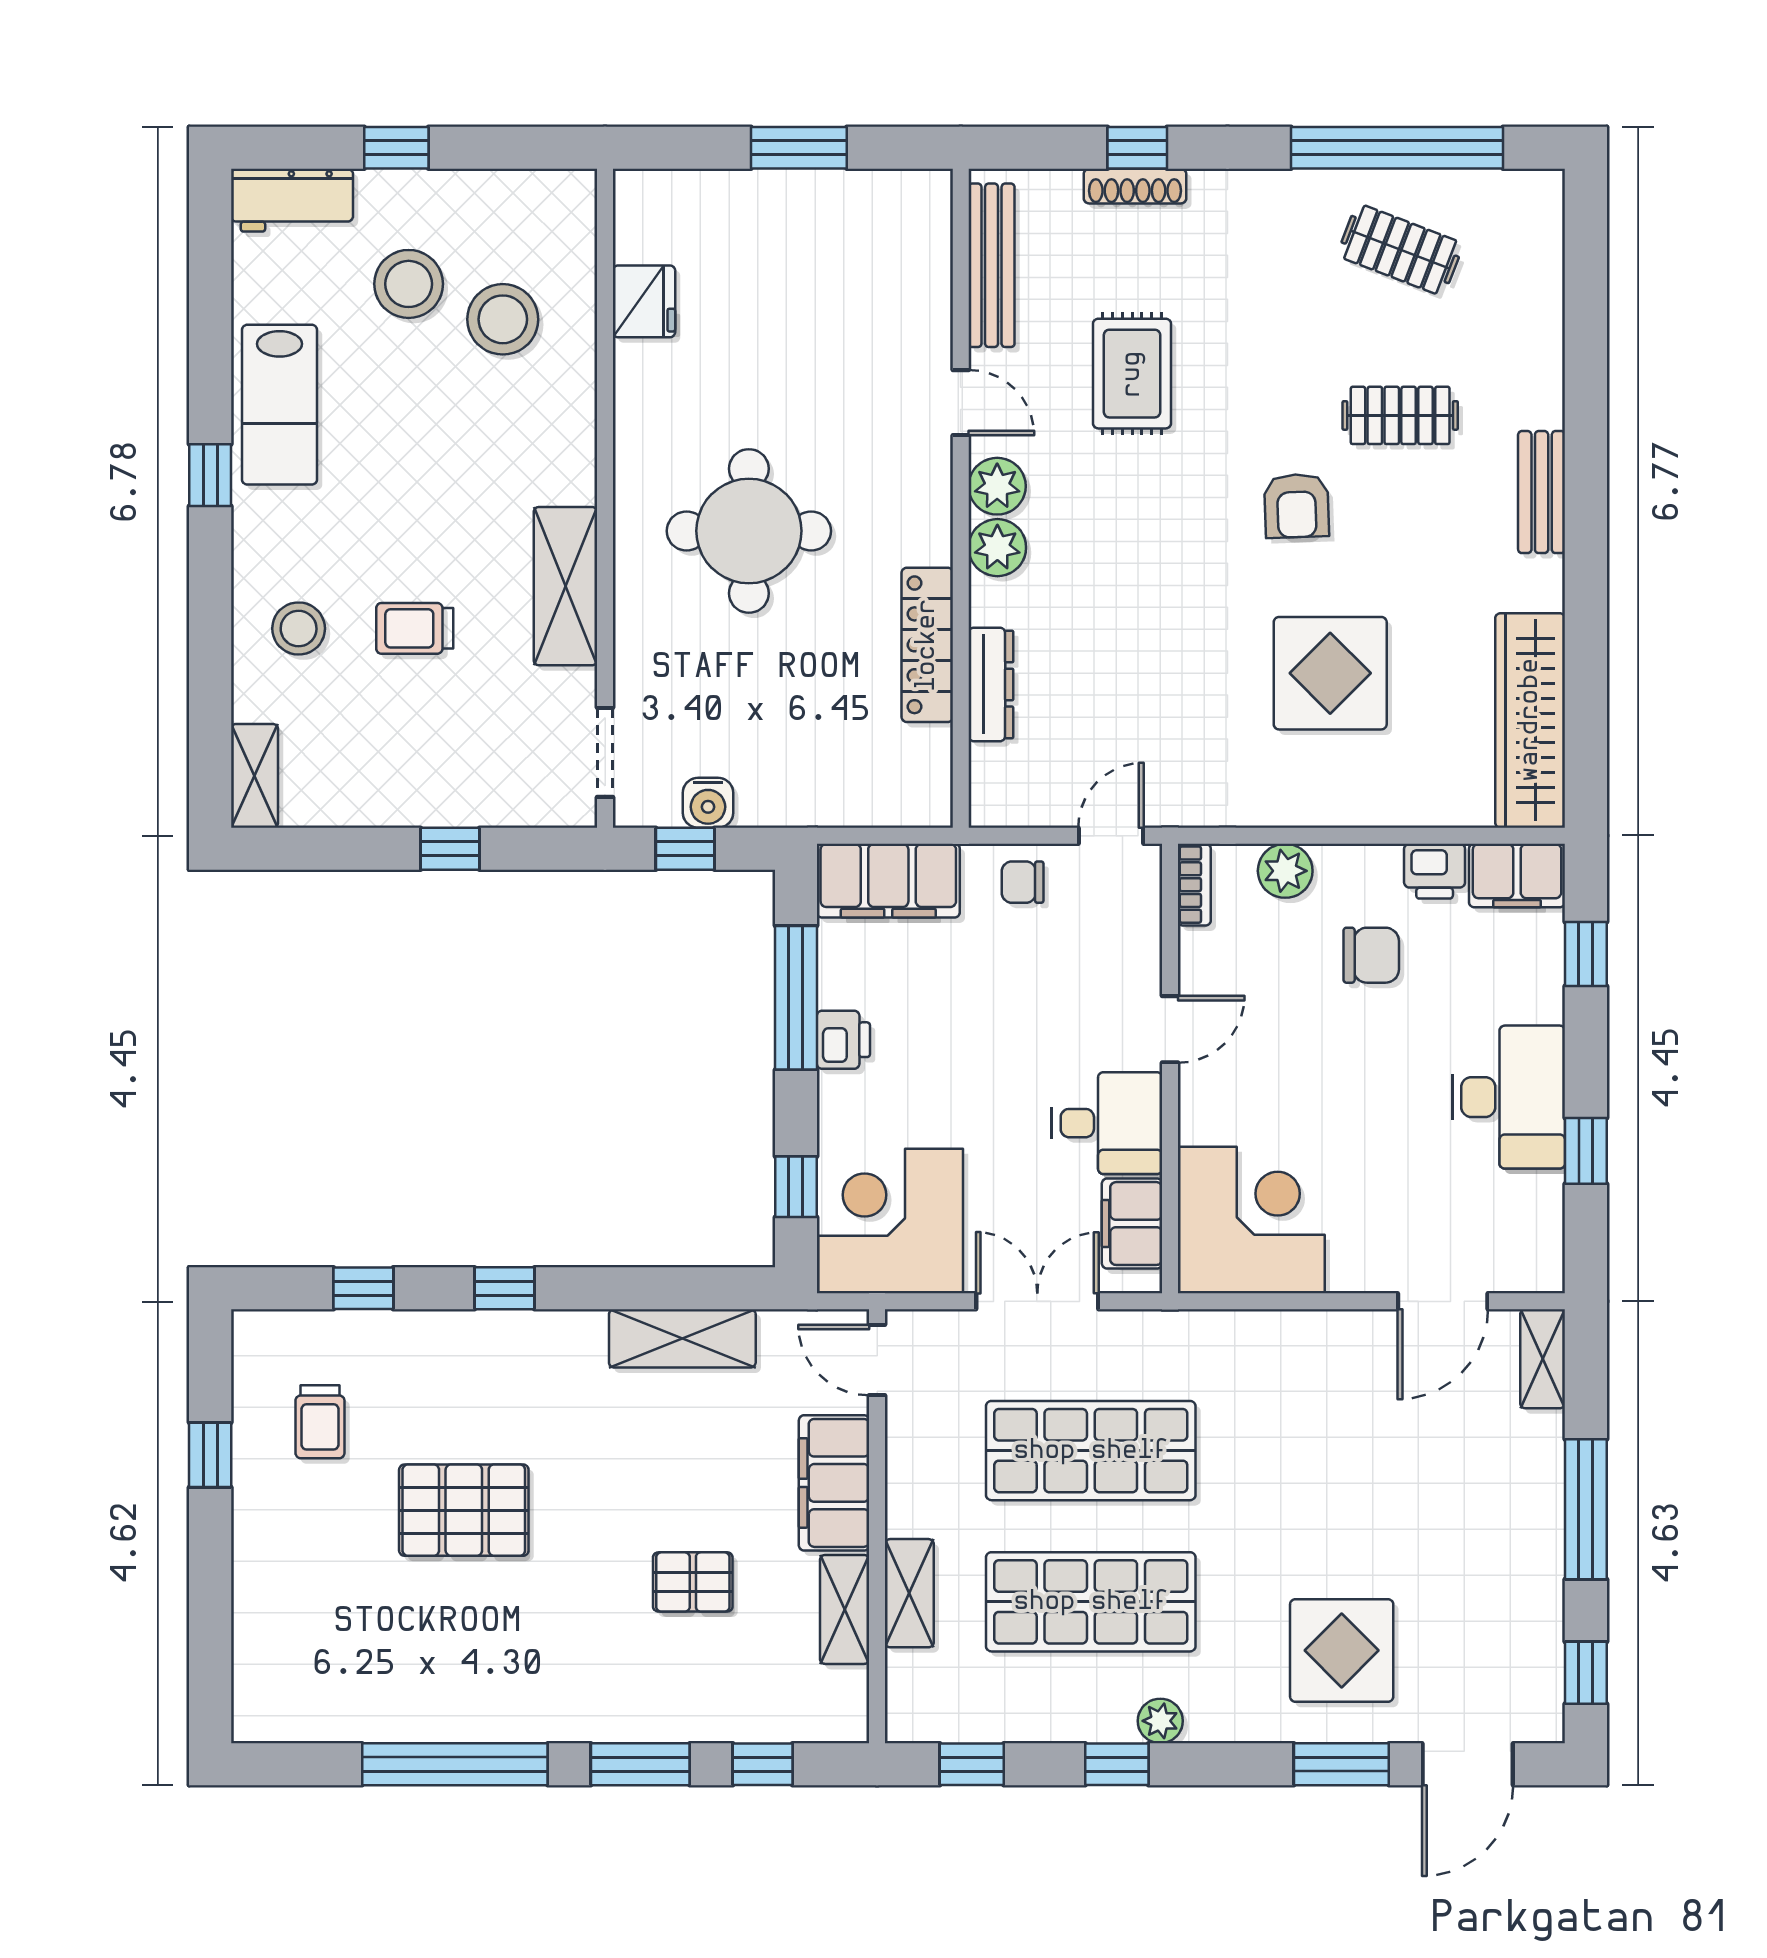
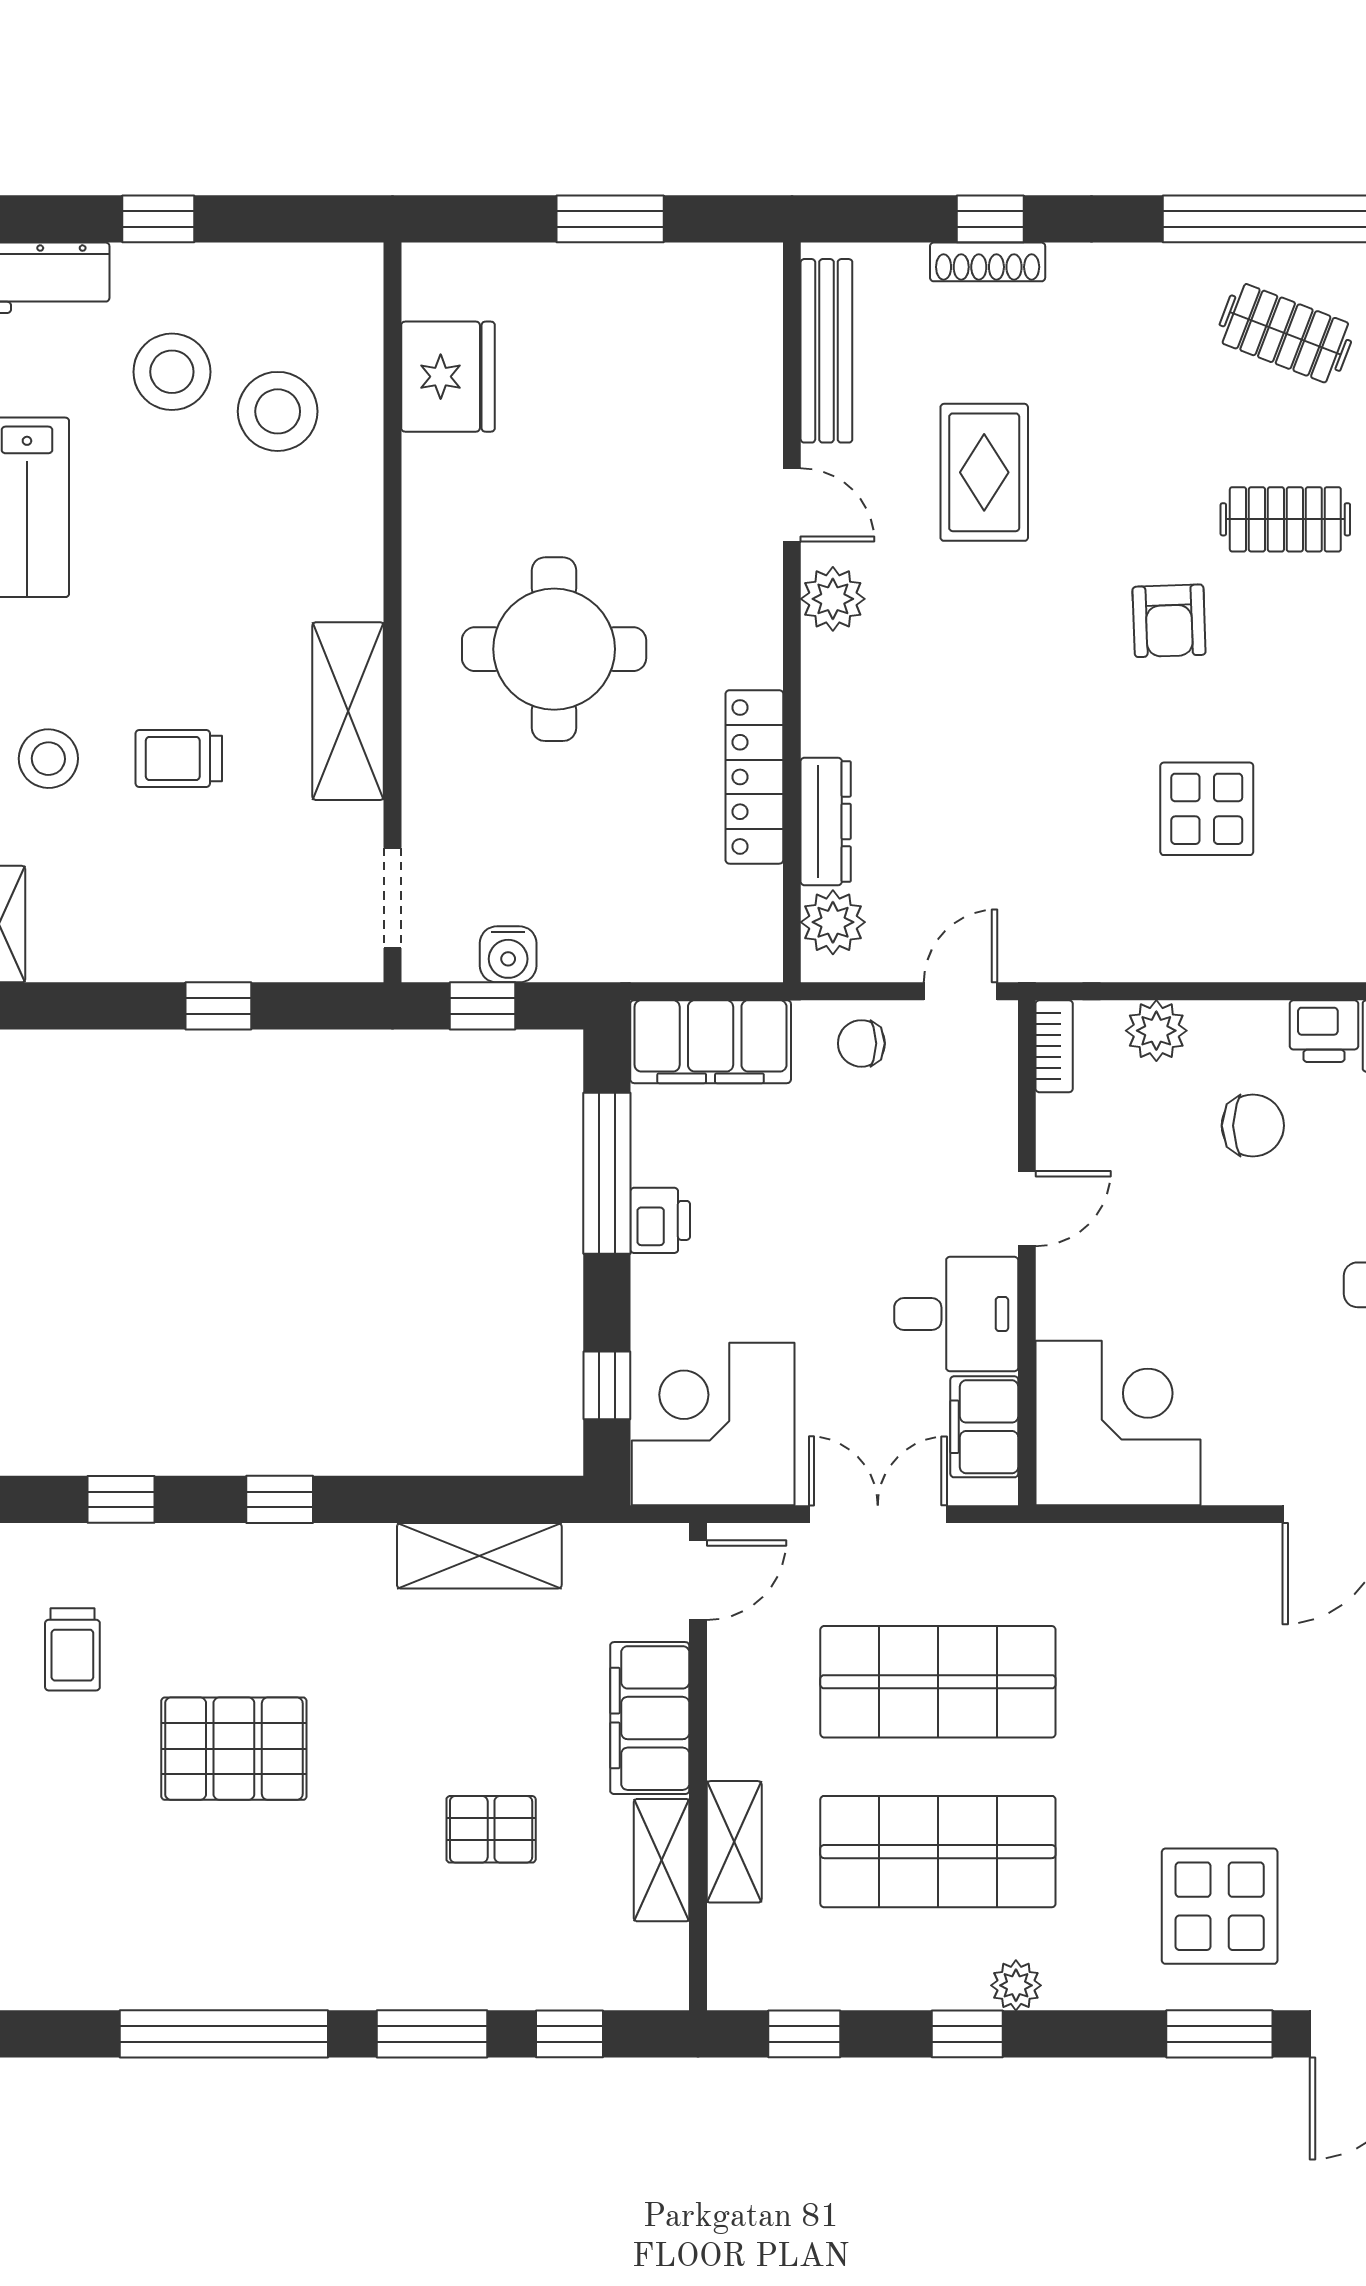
fridge: (644, 301) -> (448, 377), width x1.36, depth x1.34
plant: (997, 548) -> (833, 922), moved
display table: (1330, 673) -> (1207, 809), width x0.73, depth x0.73
door: (877, 1360) -> (698, 1580), swing flipped

